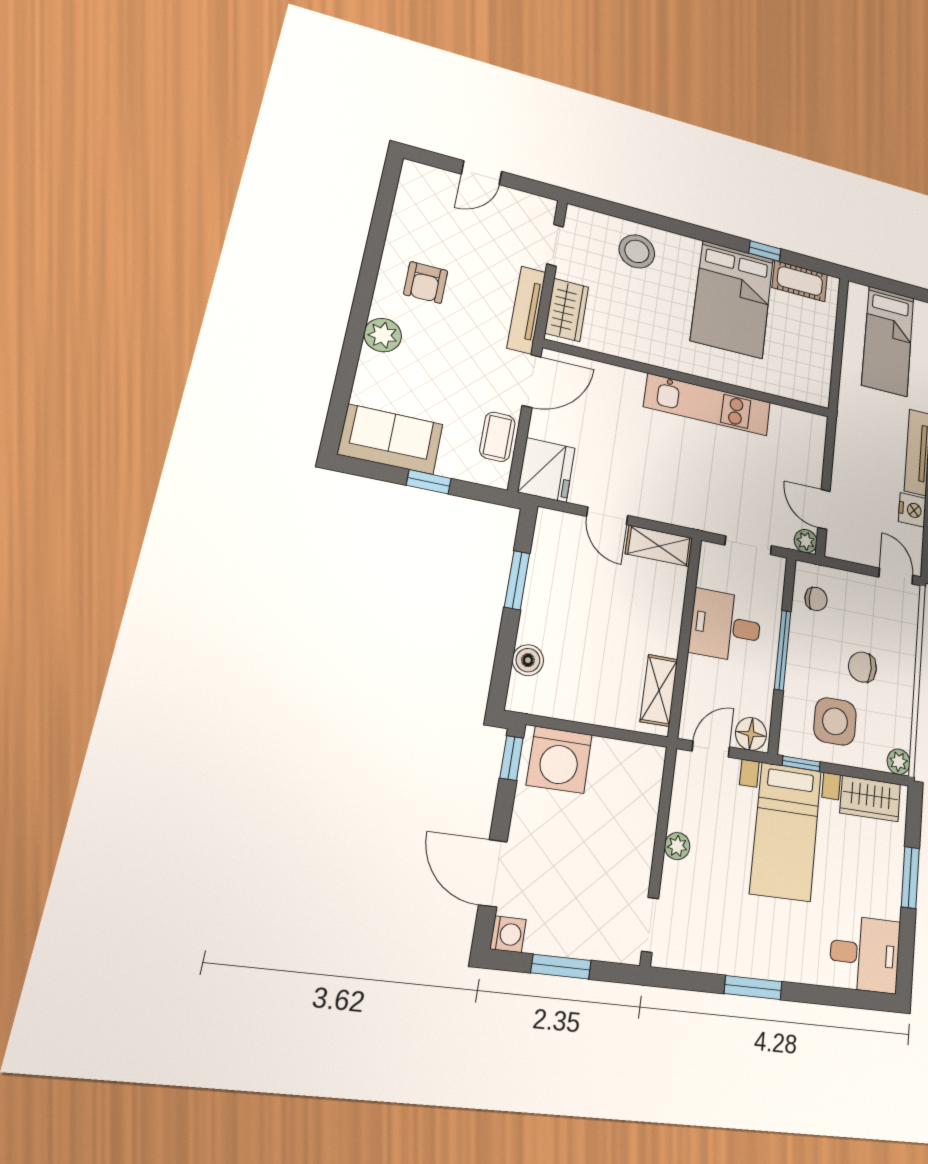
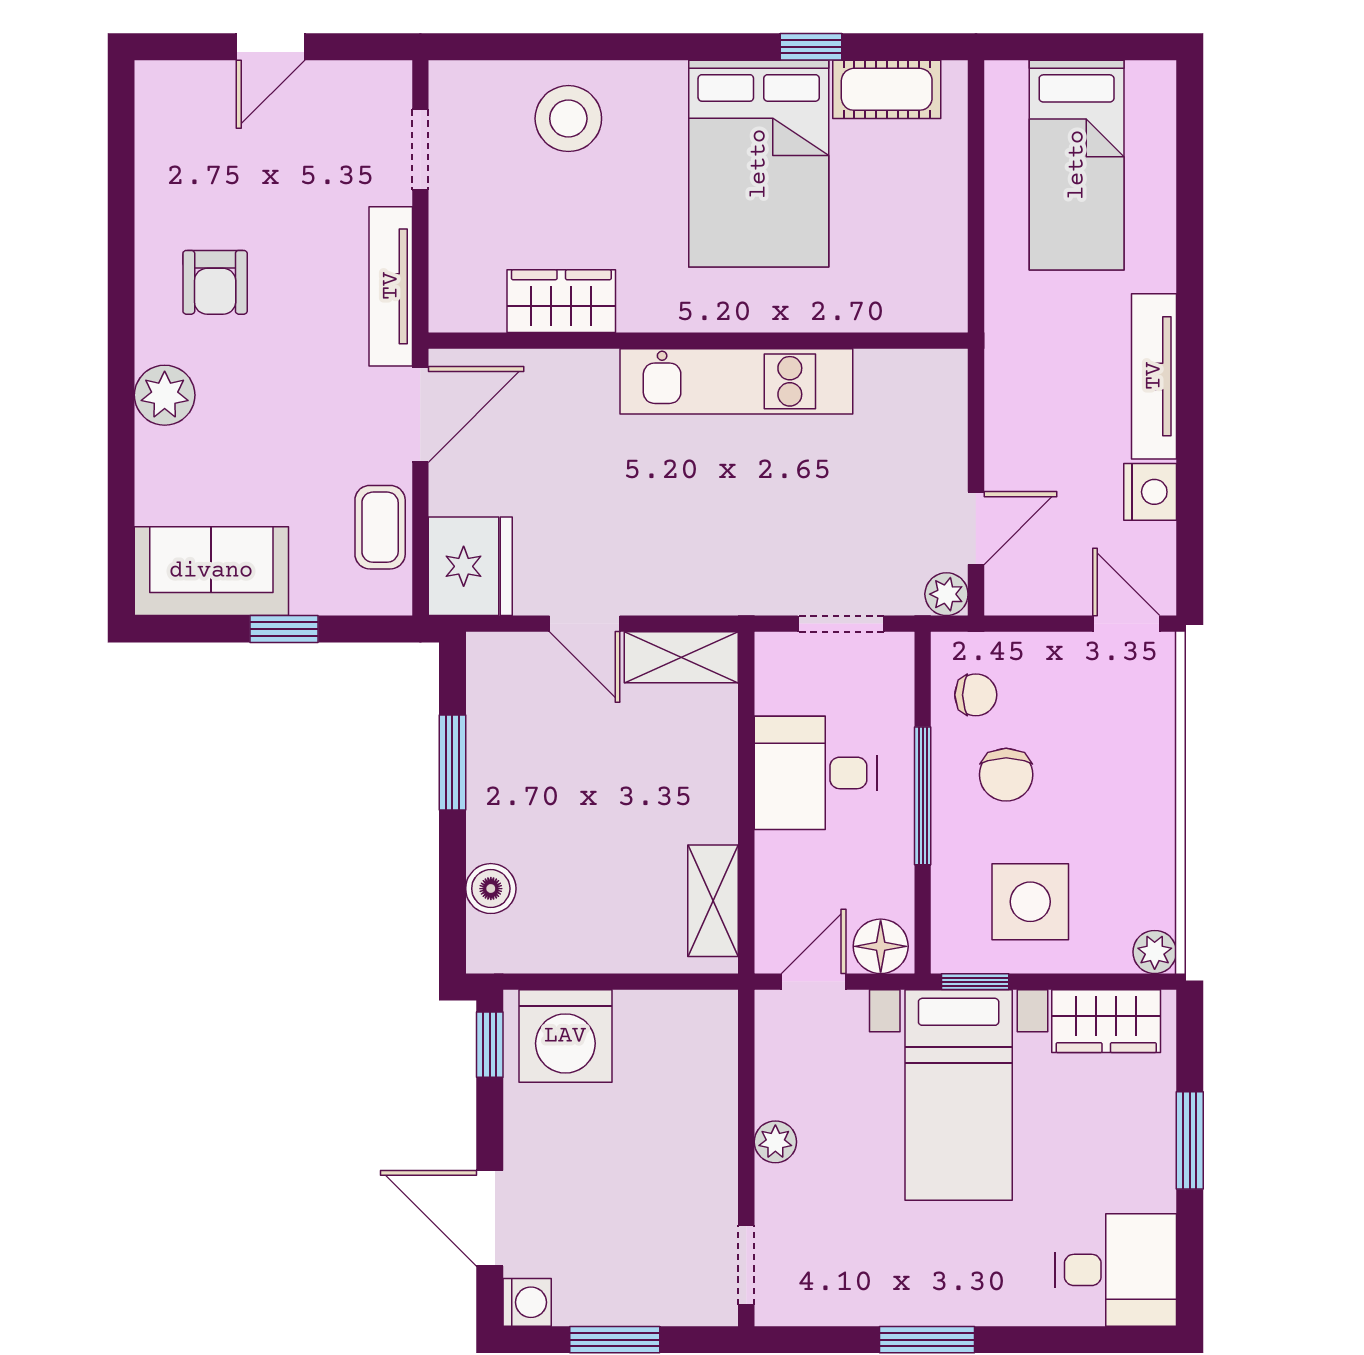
wardrobe: (567, 310) -> (561, 301), moved, turned -90
door: (824, 509) -> (976, 528), swing flipped
chair: (862, 667) -> (1006, 775), moved, turned -90

